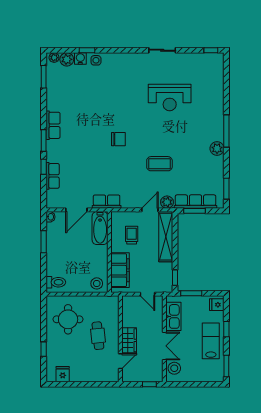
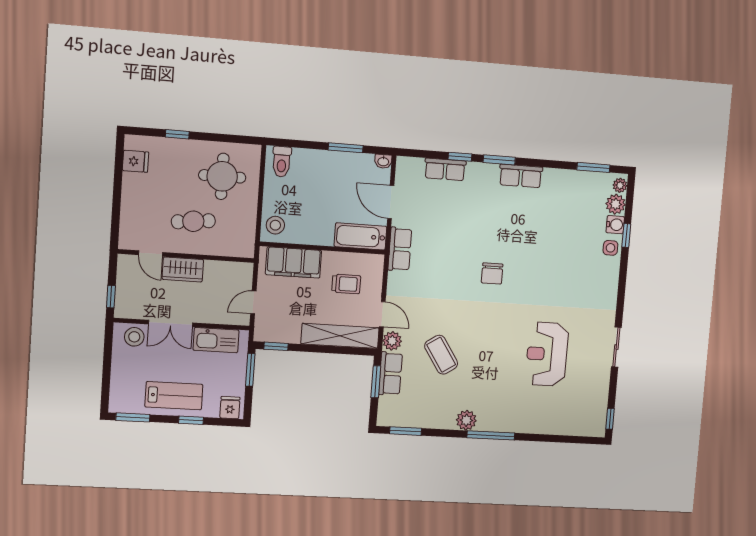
coffee table: (159, 164) -> (441, 355), moved, turned -33
row of seats: (196, 202) -> (390, 374), width x0.68

